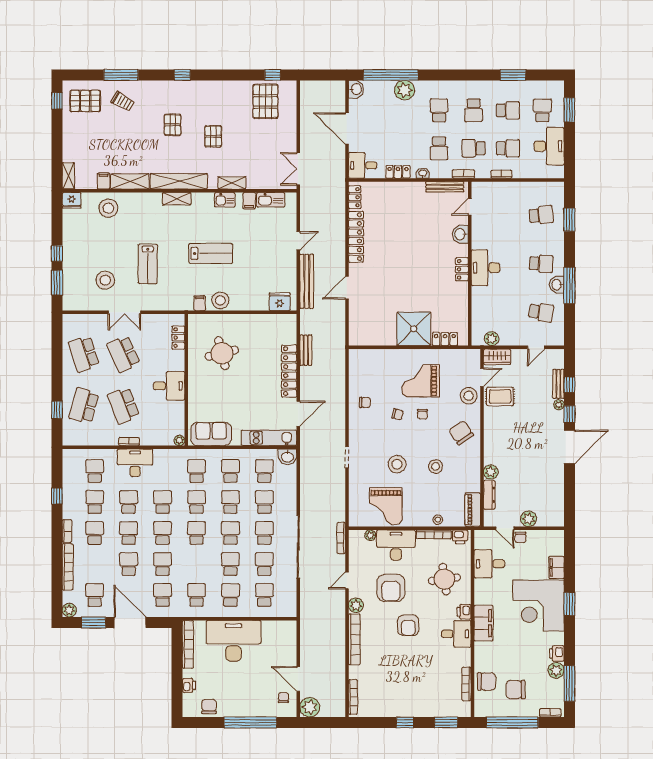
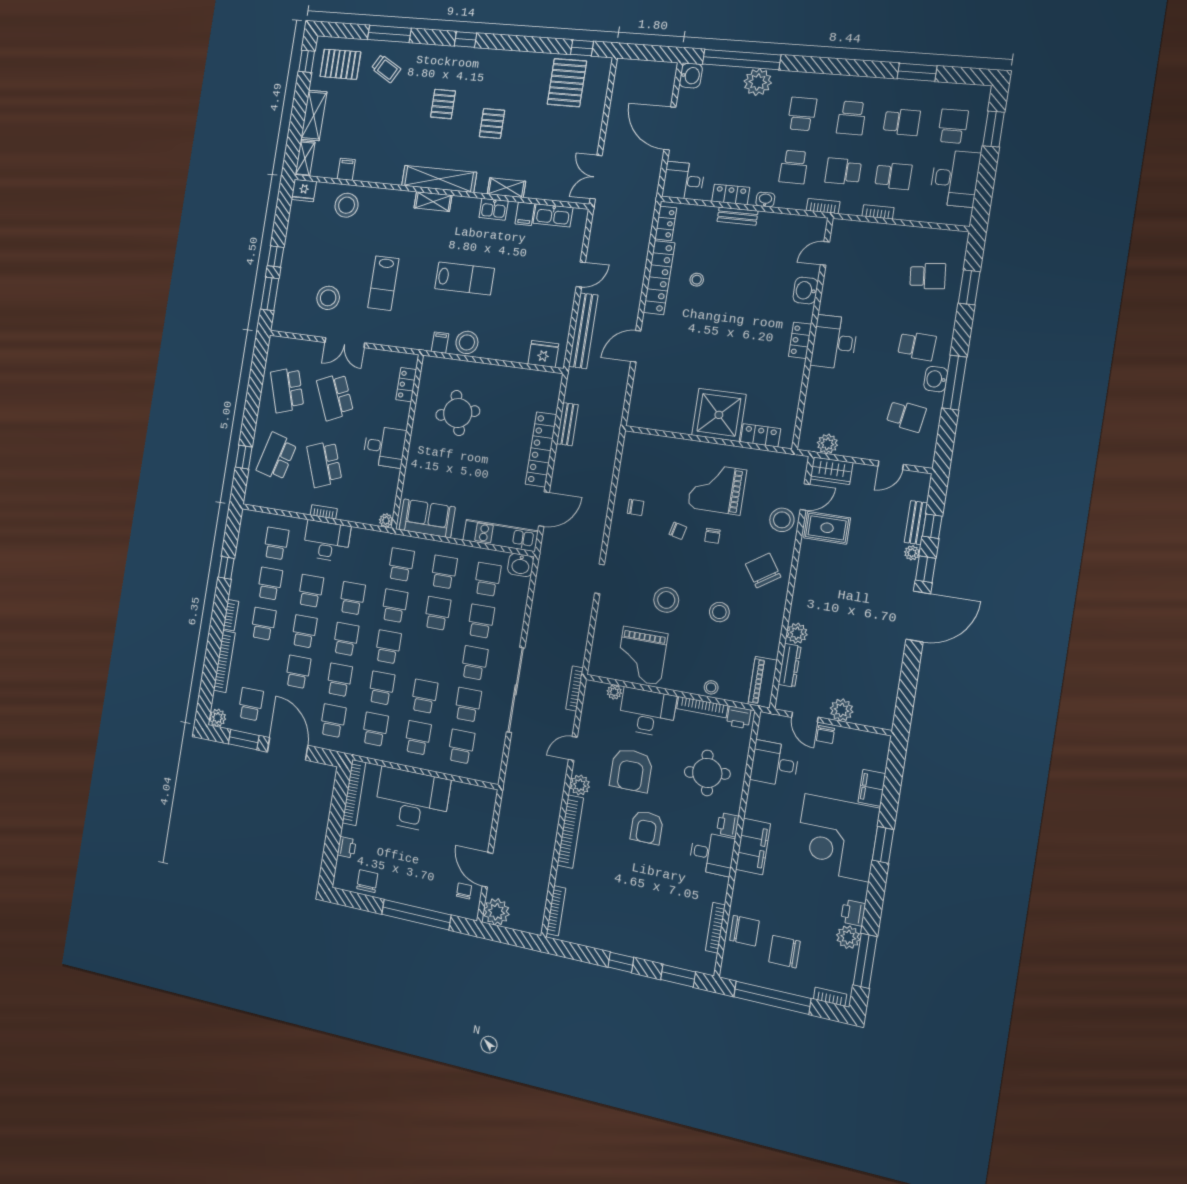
shelving: (130, 181) -> (314, 116), moved, turned 90
bench: (445, 187) -> (737, 216), moved, width x0.73
stool: (383, 235) -> (697, 280), added
school desk: (230, 533) -> (382, 688), moved

